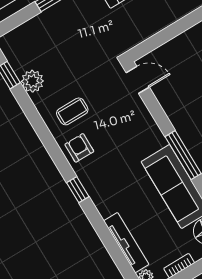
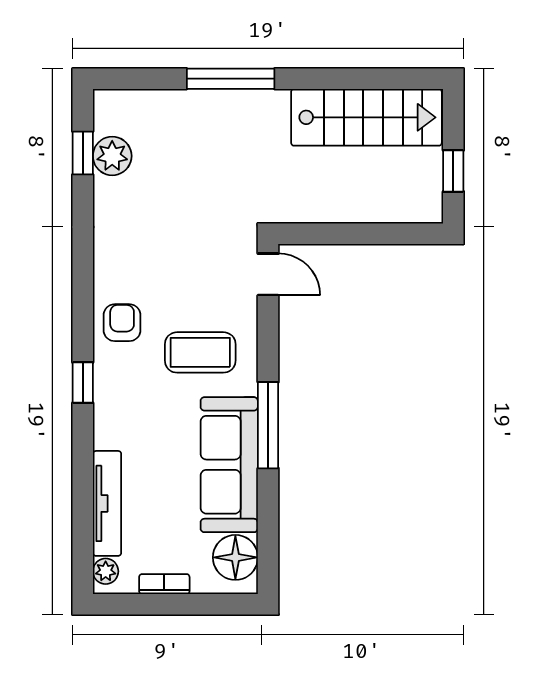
plant: (32, 81) -> (112, 156), moved
coffee table: (72, 111) -> (200, 352), moved, width x1.36, depth x1.30

